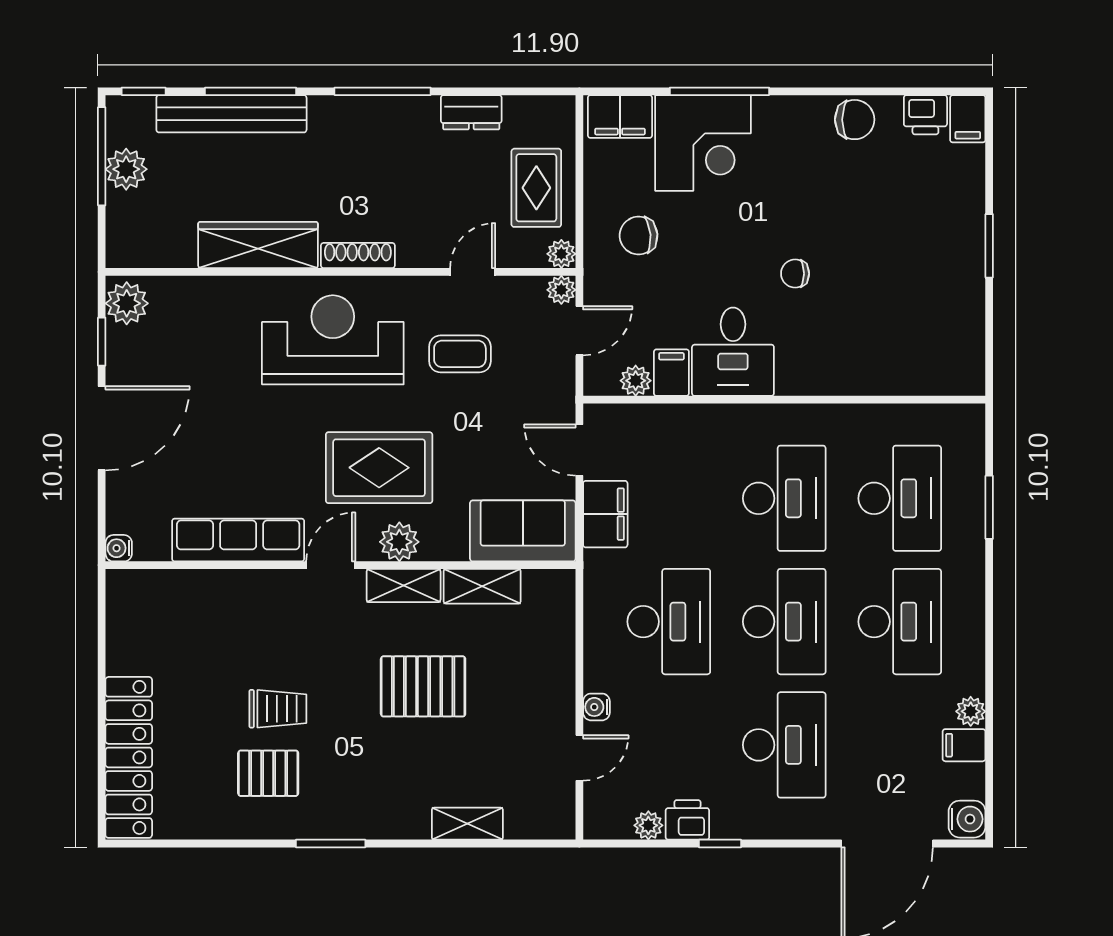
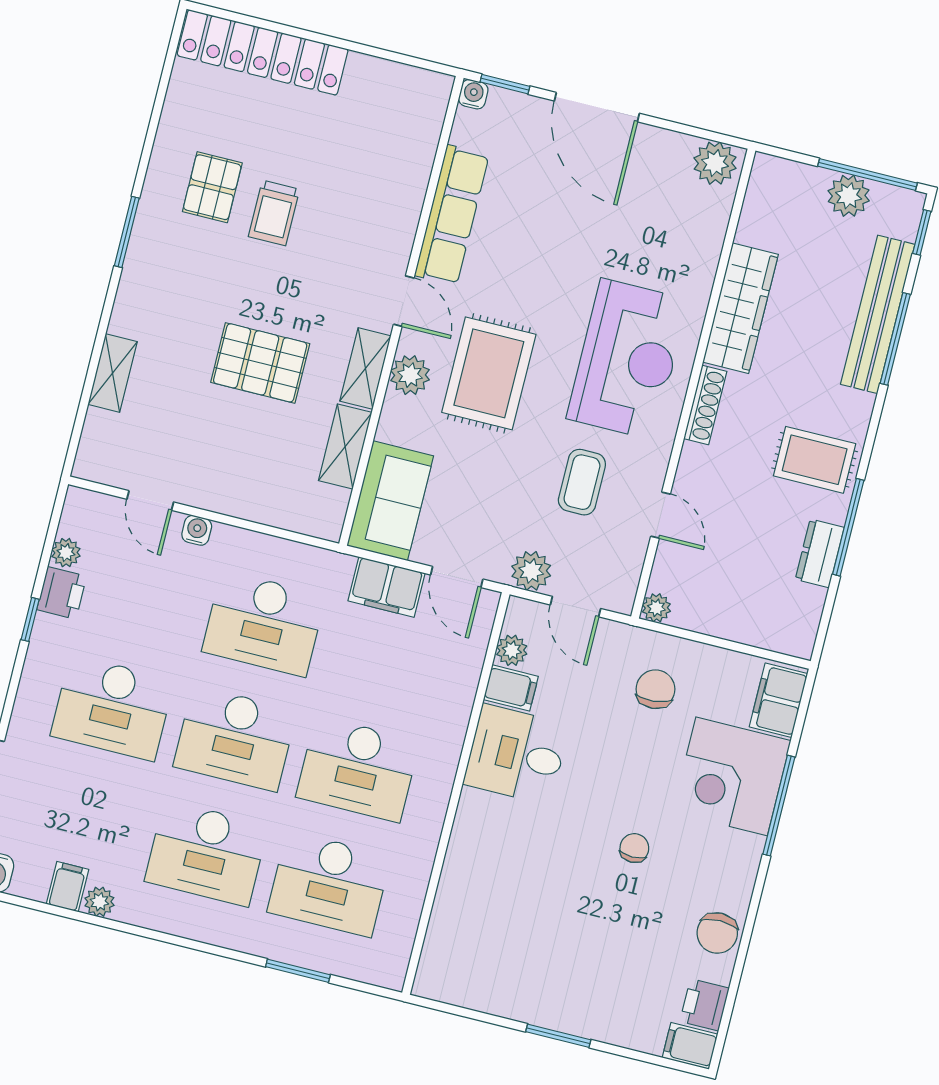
window: (383, 91) -> (848, 527), moved
rug: (536, 188) -> (815, 460), moved
chair: (795, 274) -> (634, 848), moved
plant: (561, 290) -> (531, 571), moved, width x1.38, depth x1.38
window: (102, 342) -> (505, 84), moved
door: (579, 450) -> (457, 577), swing flipped
pallet: (423, 686) -> (260, 363), turned 90

